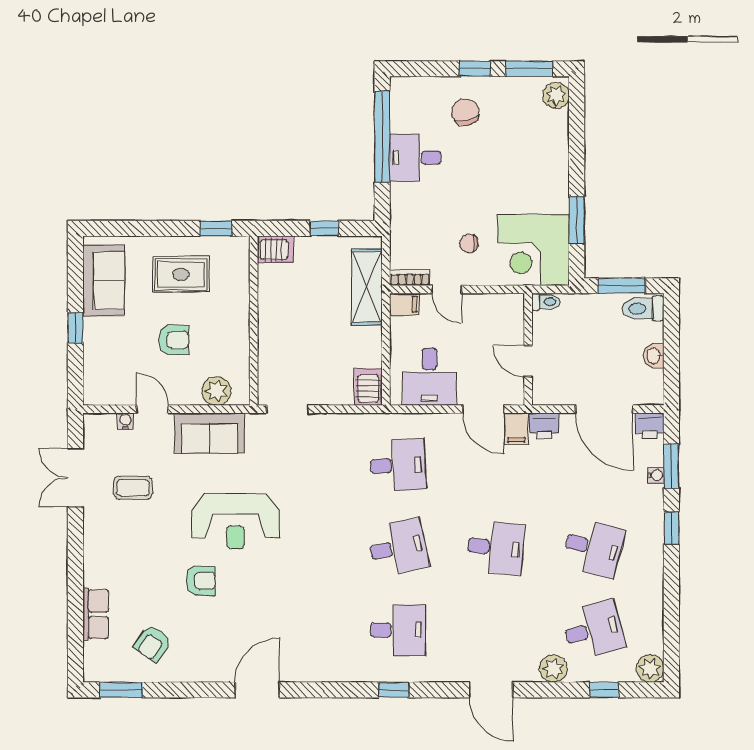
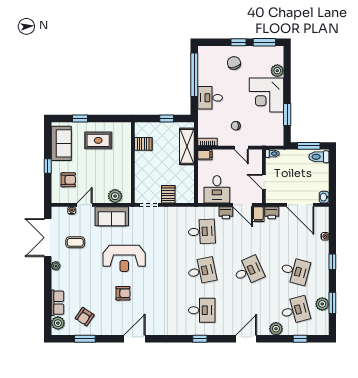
plant: (556, 95) -> (277, 71), moved
desk: (415, 158) -> (210, 98), moved
window: (216, 228) -> (80, 118), moved
server rack: (275, 249) -> (143, 144), moved
corner desk: (533, 250) -> (267, 95), moved
door: (447, 289) -> (241, 148), moved
armchair: (174, 340) -> (68, 180), moved
washbasin: (654, 356) -> (324, 197), moved
server rack: (368, 387) -> (168, 194), moved
door: (152, 409) -> (85, 205), hinge flipped
printer: (650, 426) -> (226, 213), moved
window: (671, 466) -> (332, 303), moved
double door: (75, 478) -> (48, 238), width x1.37
plant: (92, 537) -> (56, 266), added
desk: (496, 548) -> (248, 271), turned -30
armchair: (201, 581) -> (123, 293), moved
plant: (97, 657) -> (58, 323), added
plant: (650, 668) -> (322, 304), moved
window: (121, 690) -> (85, 339), moved
door: (491, 690) -> (246, 339), swing flipped

